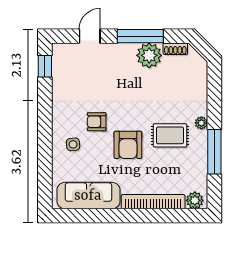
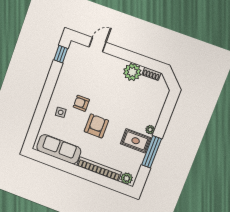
window: (140, 36) -> (131, 57), removed
rug: (170, 135) -> (136, 141), moved
armchair: (128, 145) -> (96, 126), turned 180

